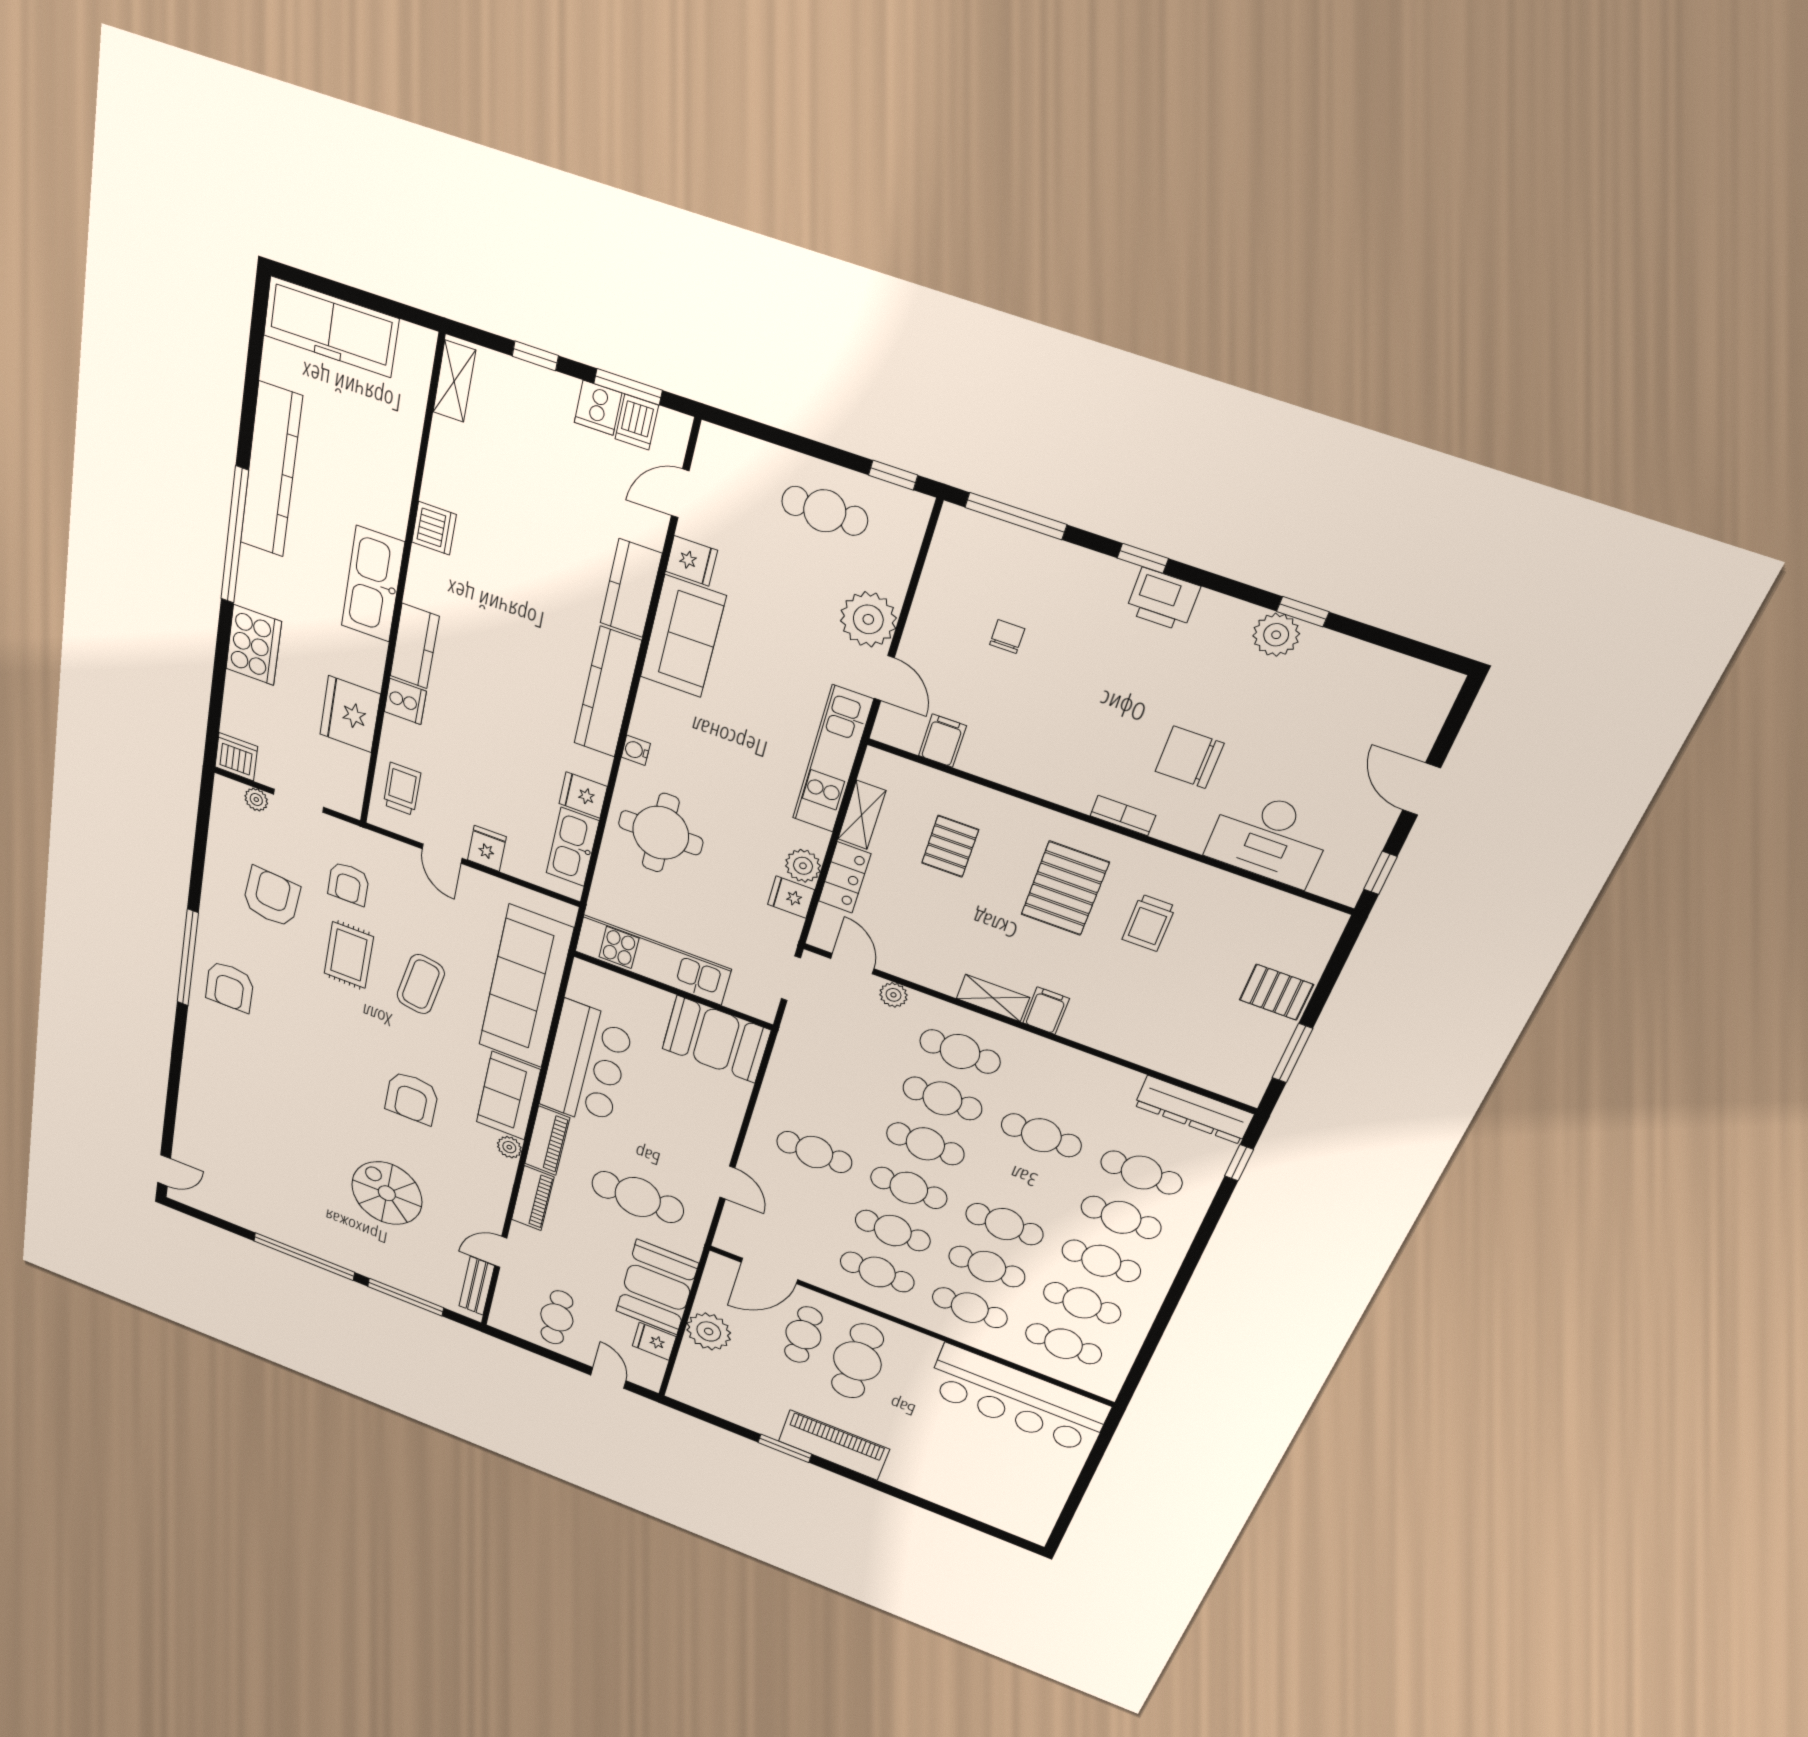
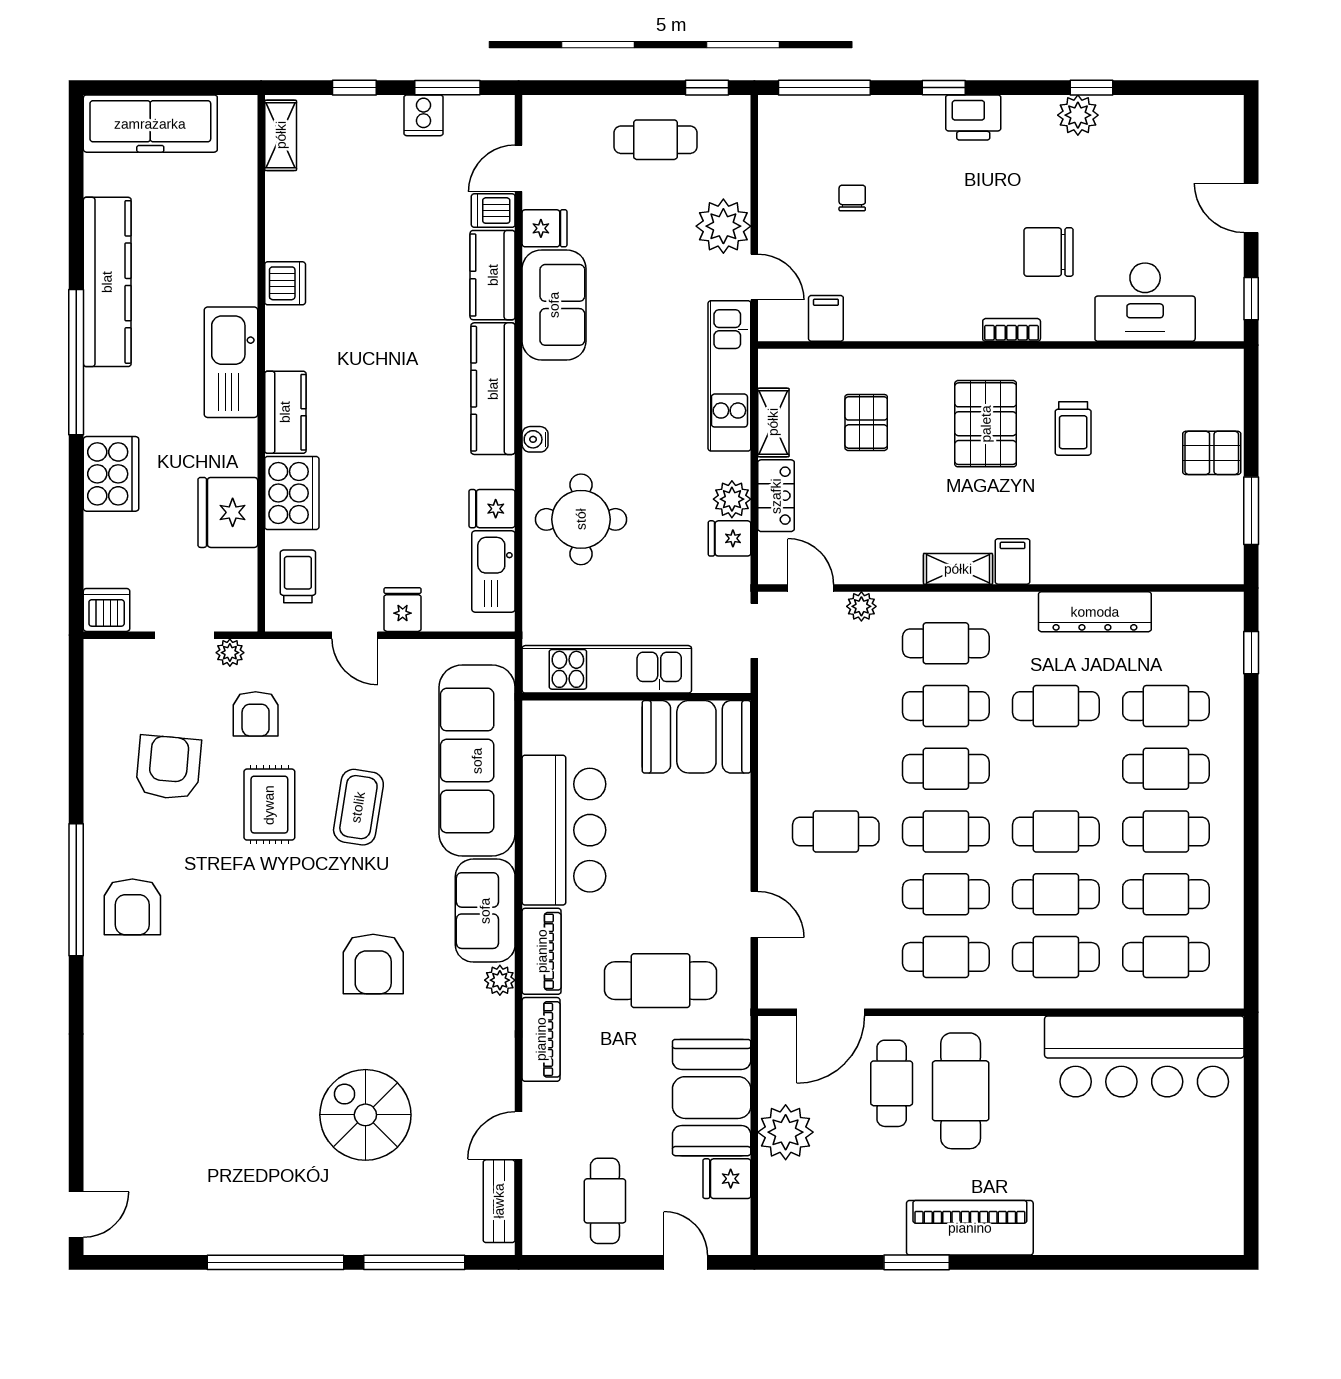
dishwasher: (637, 422) -> (493, 211), moved, turned 90
cooker: (405, 701) -> (292, 493), width x1.87, depth x1.31
plant: (256, 800) -> (230, 653), moved
dresser: (1194, 1110) -> (1095, 612), moved

